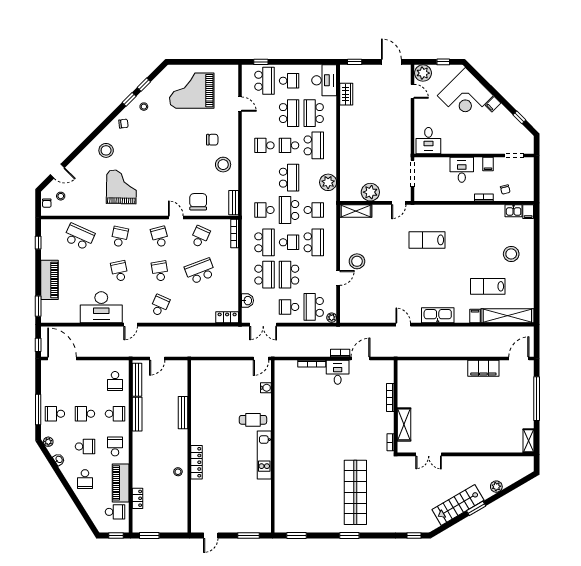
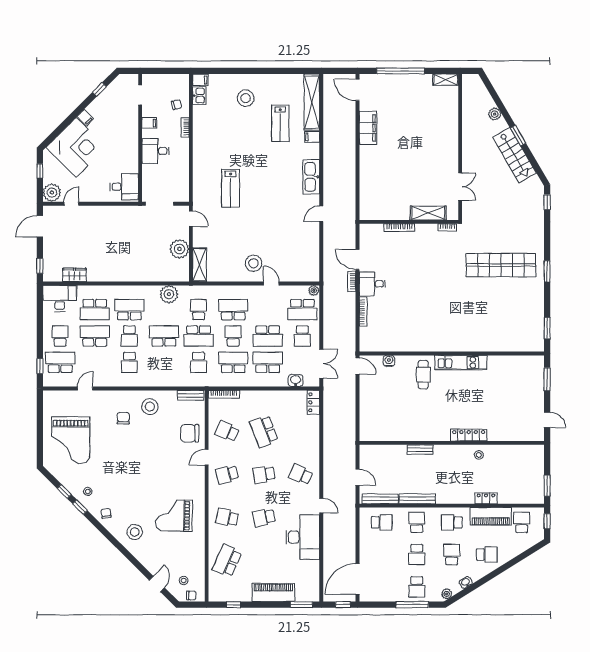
bench: (183, 413) -> (420, 450), width x0.73
locker: (138, 498) -> (486, 498), moved

